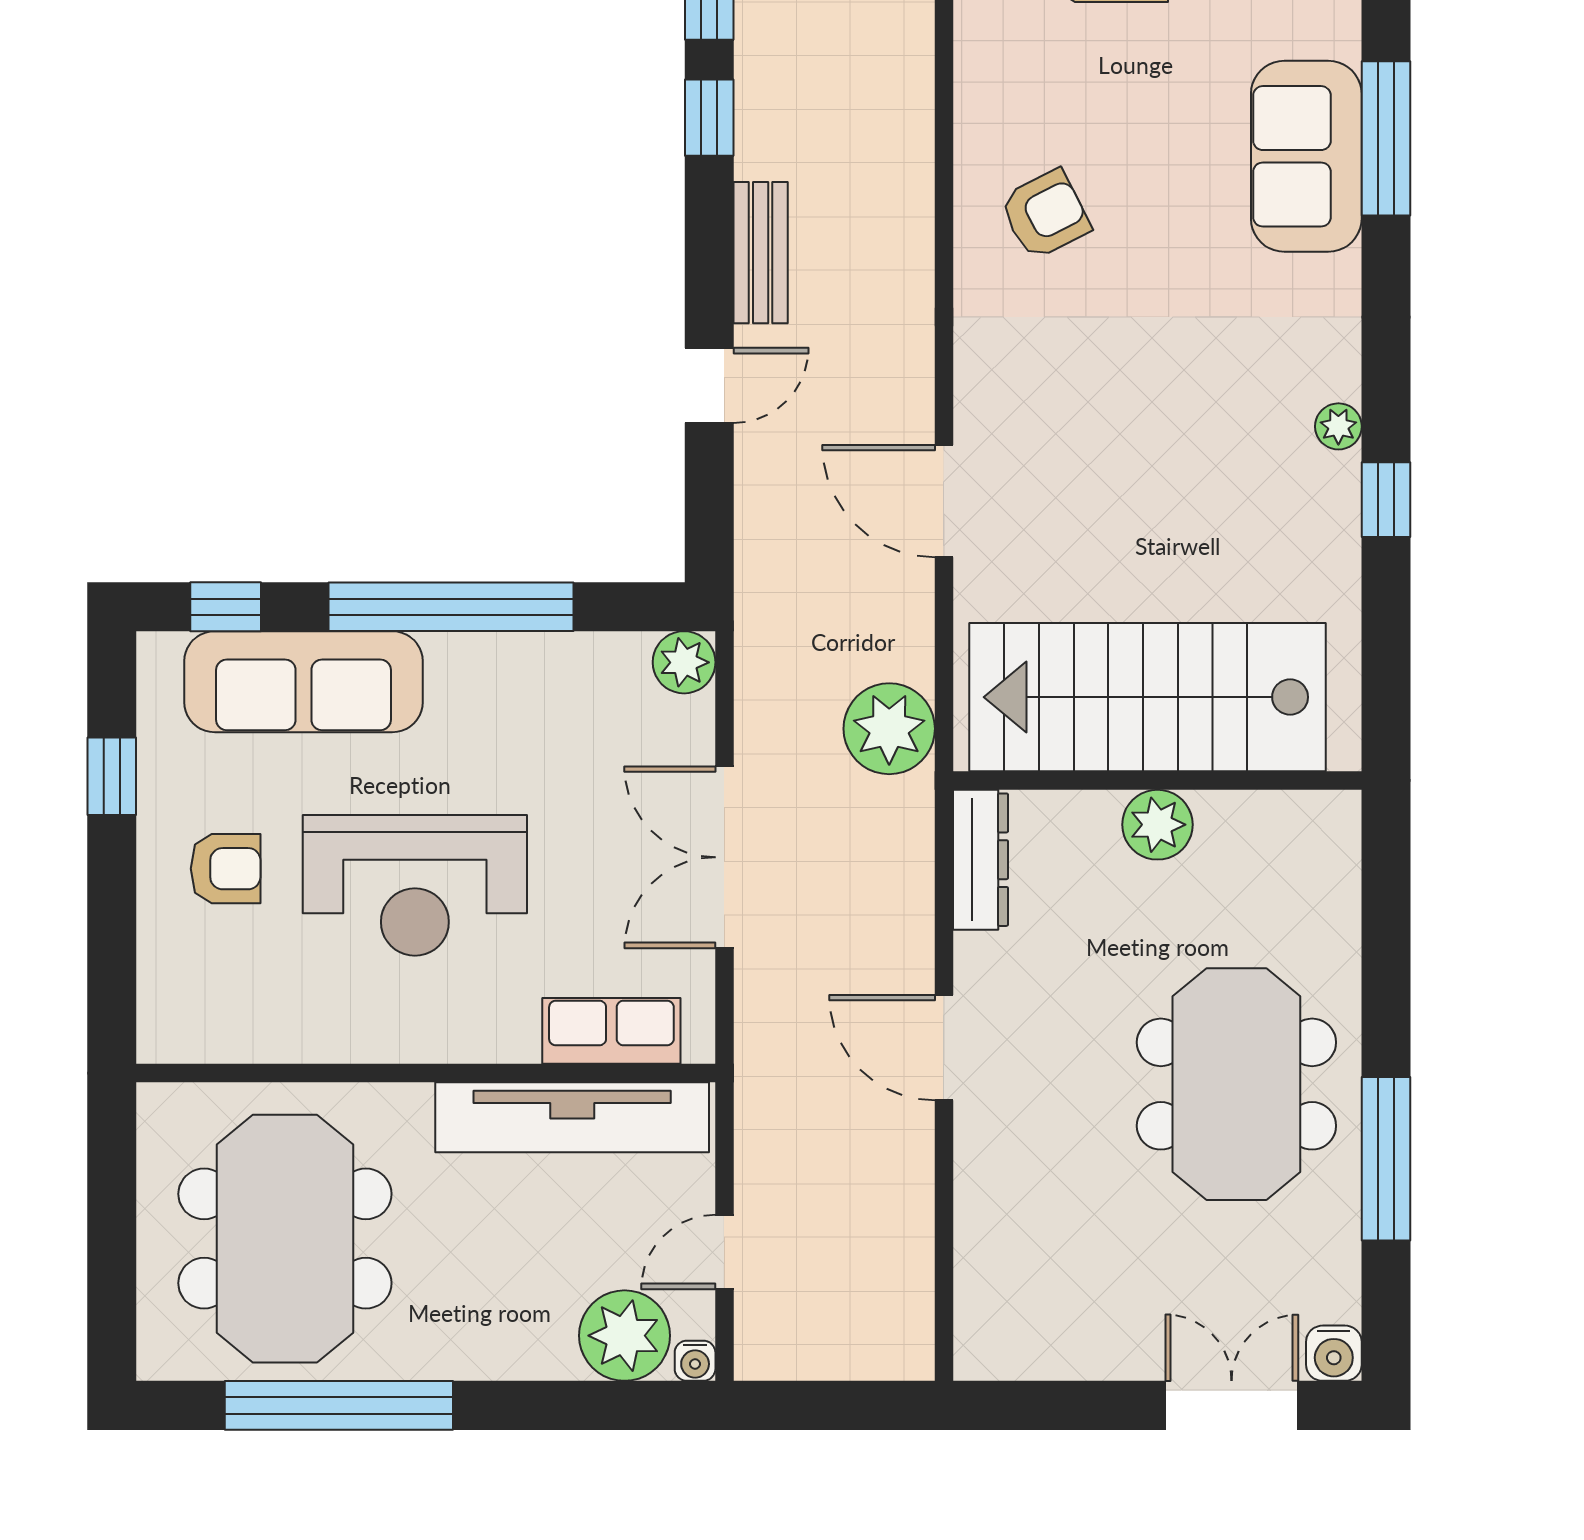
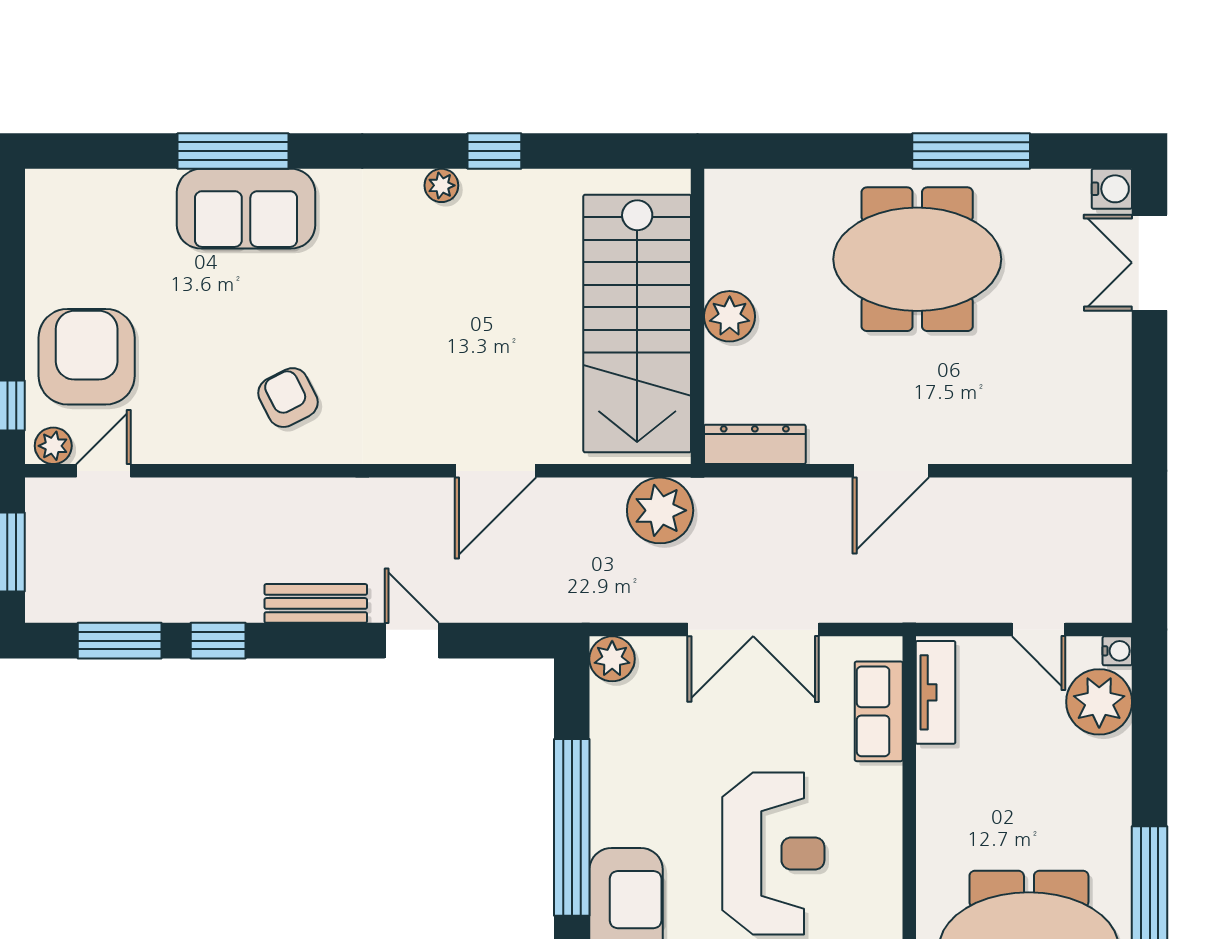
tv unit: (572, 1117) -> (936, 692), width x0.52, depth x0.78

